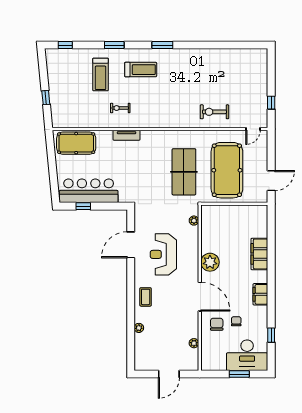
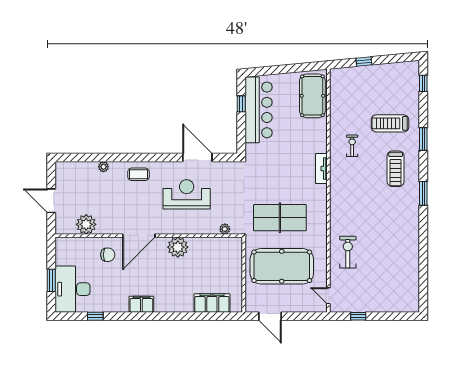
tv unit: (127, 135) -> (321, 169), moved
filing cabinet: (259, 254) -> (212, 303), moved
chair: (236, 321) -> (111, 277), removed
plant: (194, 343) -> (86, 224), width x1.87, depth x1.87

